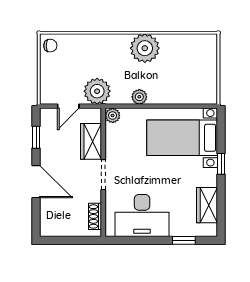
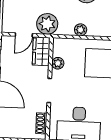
plant: (113, 115) -> (58, 63), moved
wardrobe: (91, 141) -> (41, 51), moved

